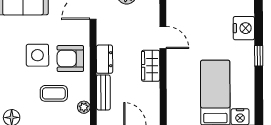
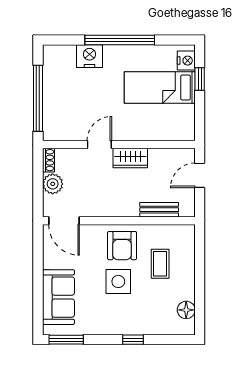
window: (259, 56) -> (120, 40), width x3.17
dresser: (105, 59) -> (123, 208), removed
plant: (84, 107) -> (175, 231), removed

